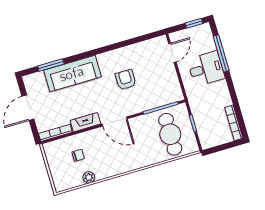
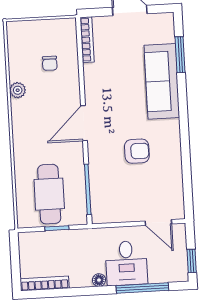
floor lamp: (223, 85) -> (99, 280), added
fireplace: (85, 122) -> (92, 84), removed
cafe table: (170, 134) -> (49, 194), turned 90
plant: (89, 177) -> (18, 90), moved

